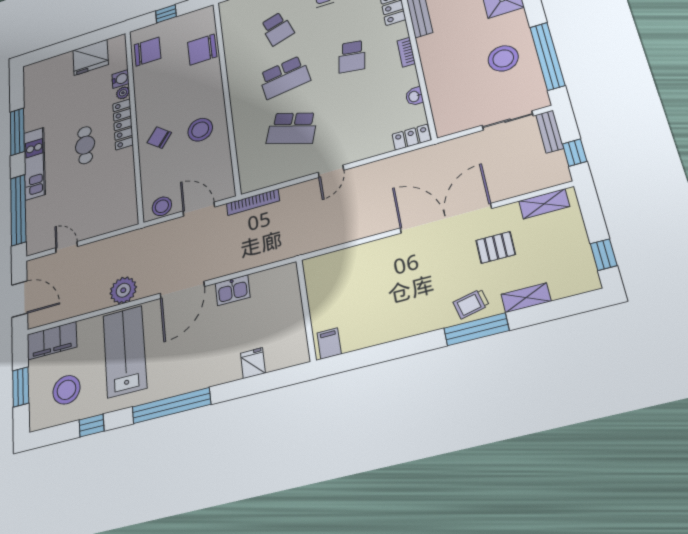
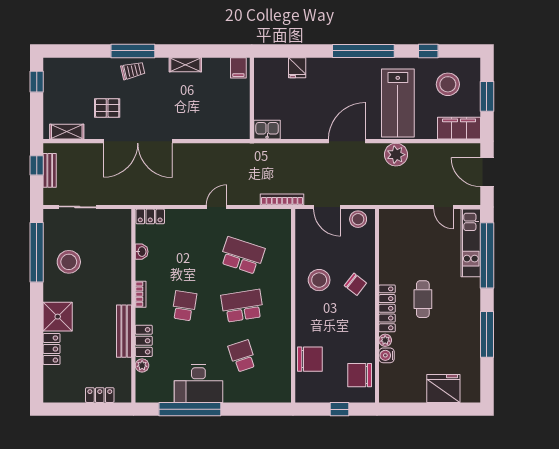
fridge: (91, 57) -> (443, 388), moved
bench: (550, 132) -> (50, 170), moved
kitchen unit: (35, 163) -> (471, 243), moved
kitchen sink: (233, 290) -> (267, 130), moved
shelving: (526, 298) -> (185, 65), moved

